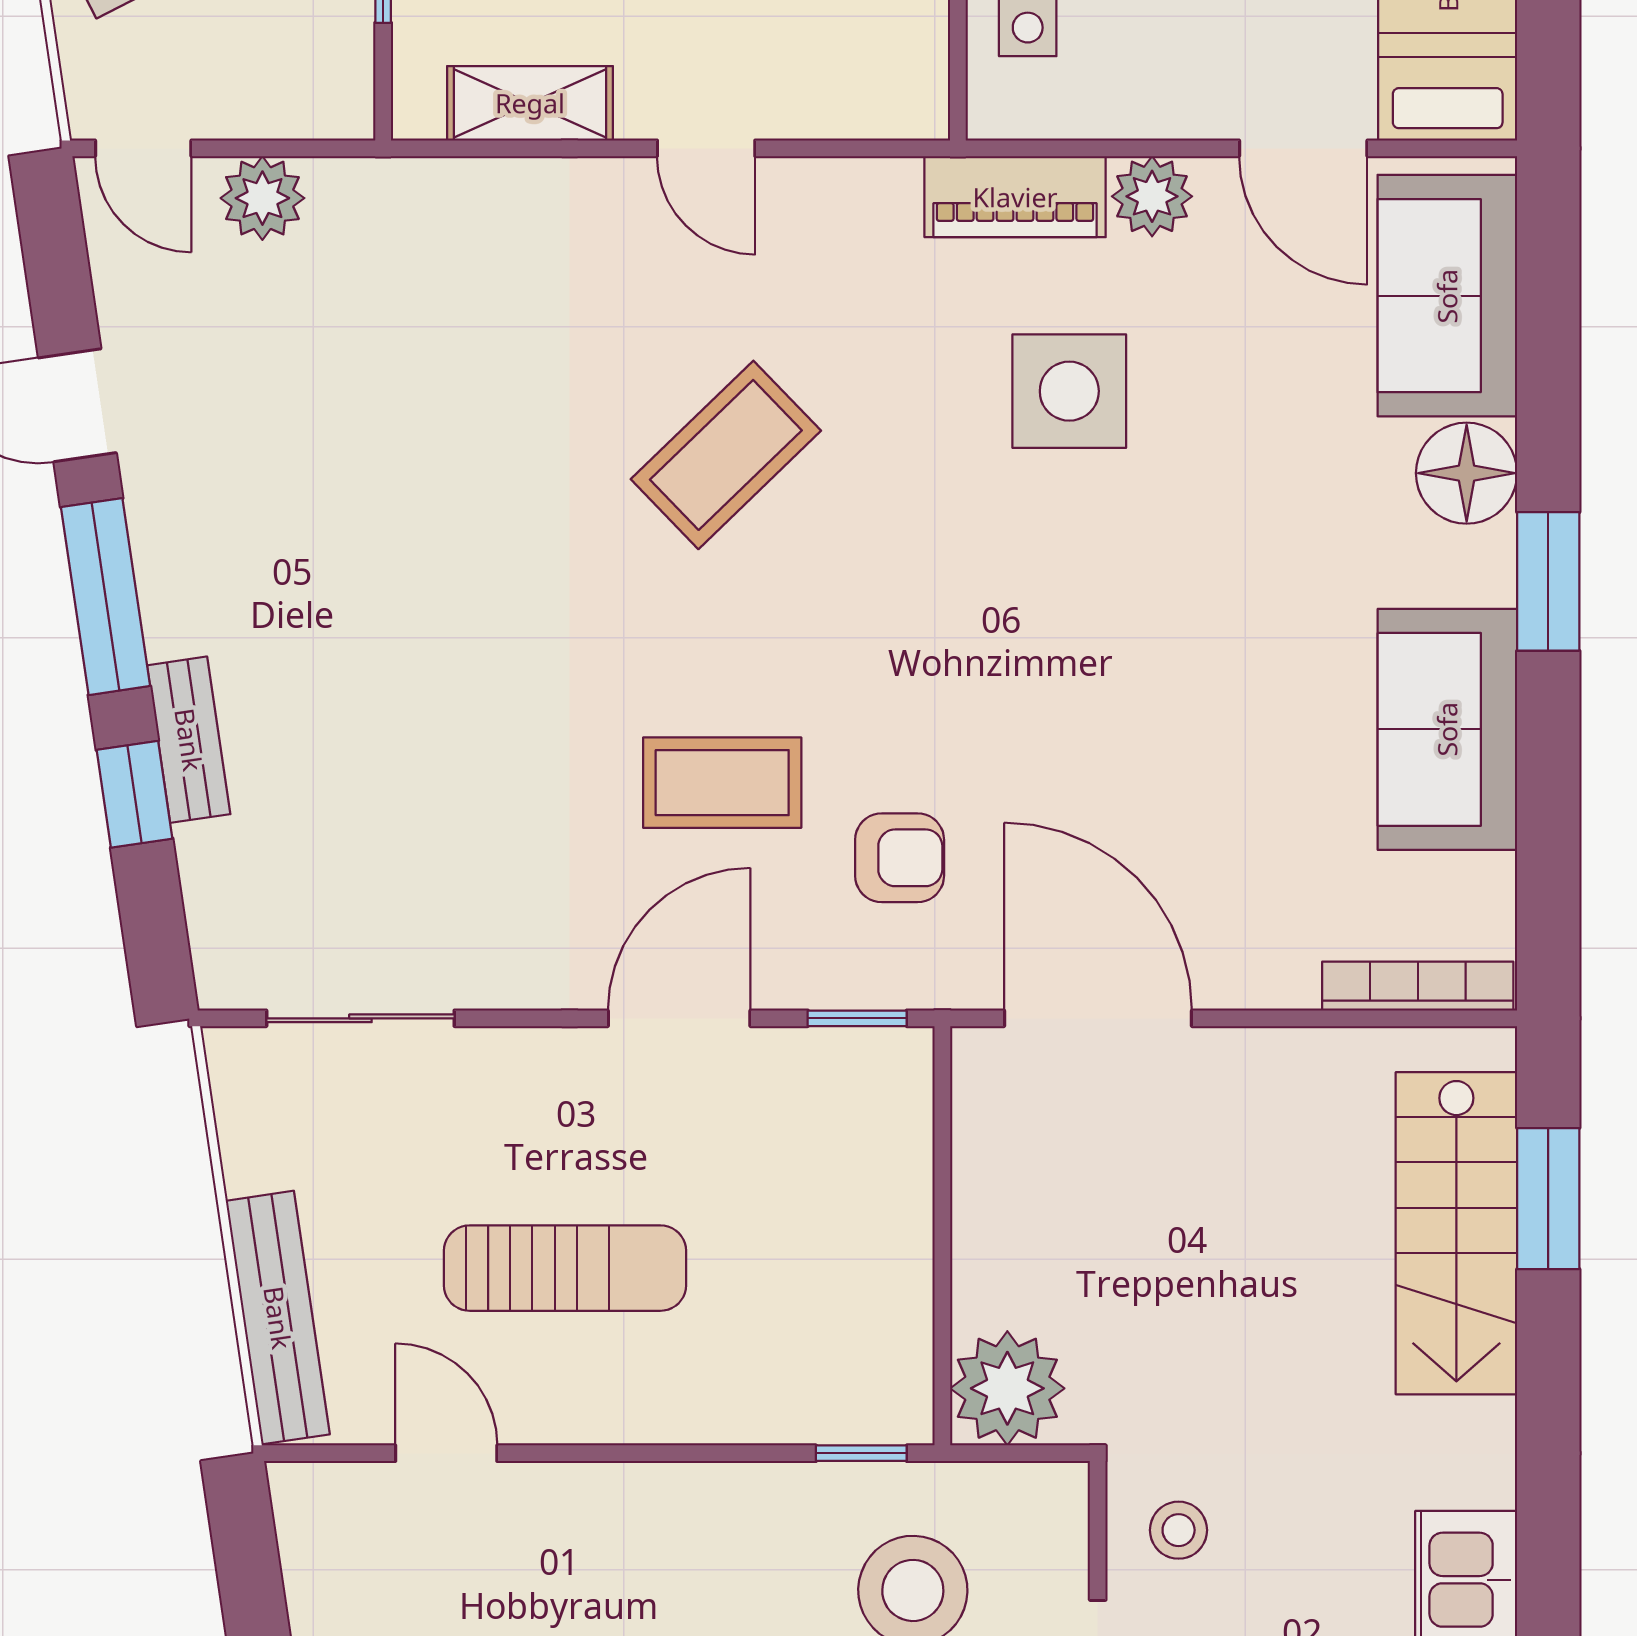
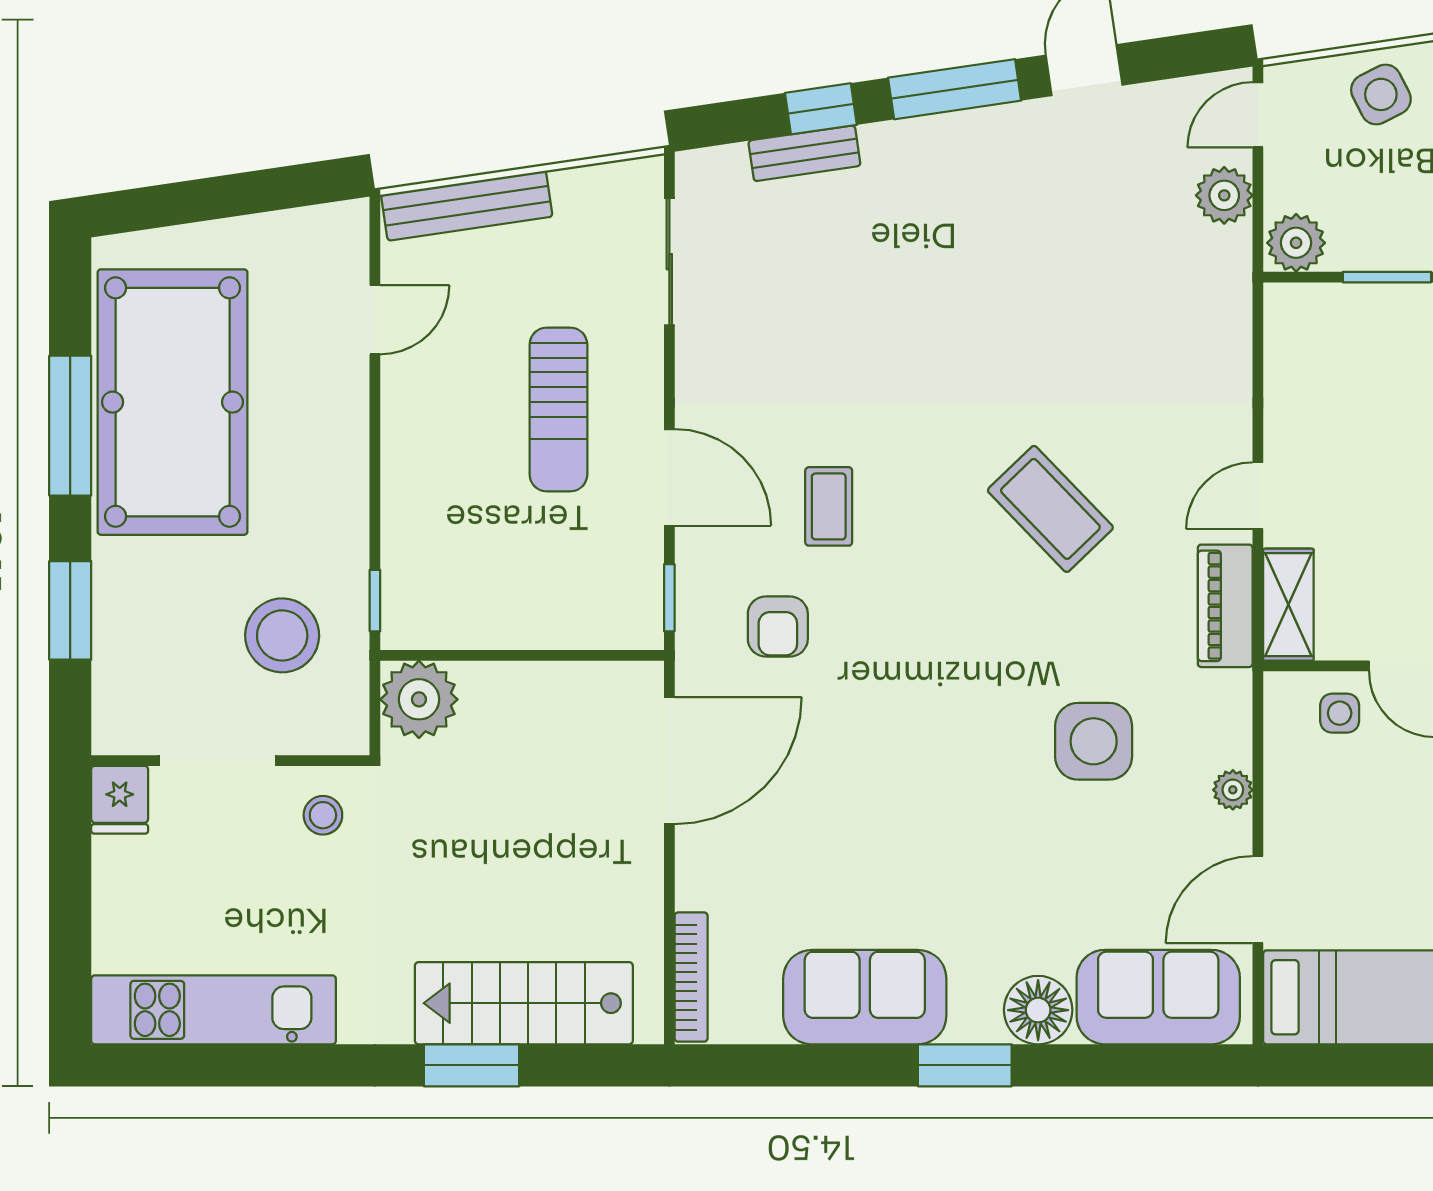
plant: (333, 92) -> (1296, 243), added
shelving: (530, 103) -> (1288, 605), moved
plant: (1152, 196) -> (1233, 790), width x0.73, depth x0.73
piano: (1015, 197) -> (1225, 606), moved
bench: (189, 740) -> (804, 153), moved
coffee table: (722, 783) -> (829, 506), width x0.73, depth x0.77
window: (1548, 1199) -> (472, 1065), moved
sun lounger: (565, 1268) -> (558, 409), moved

